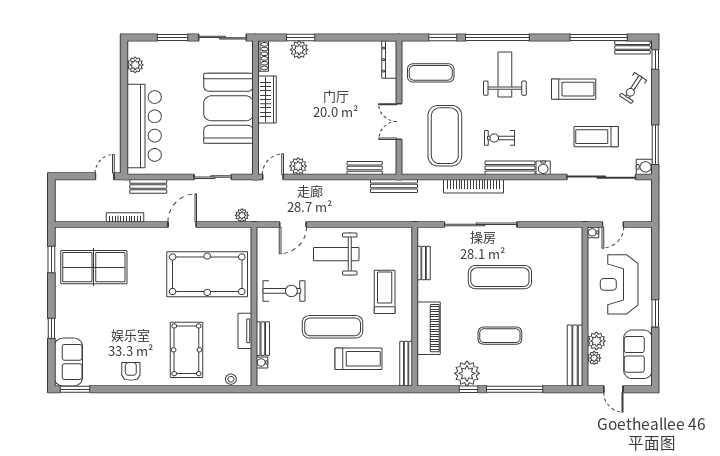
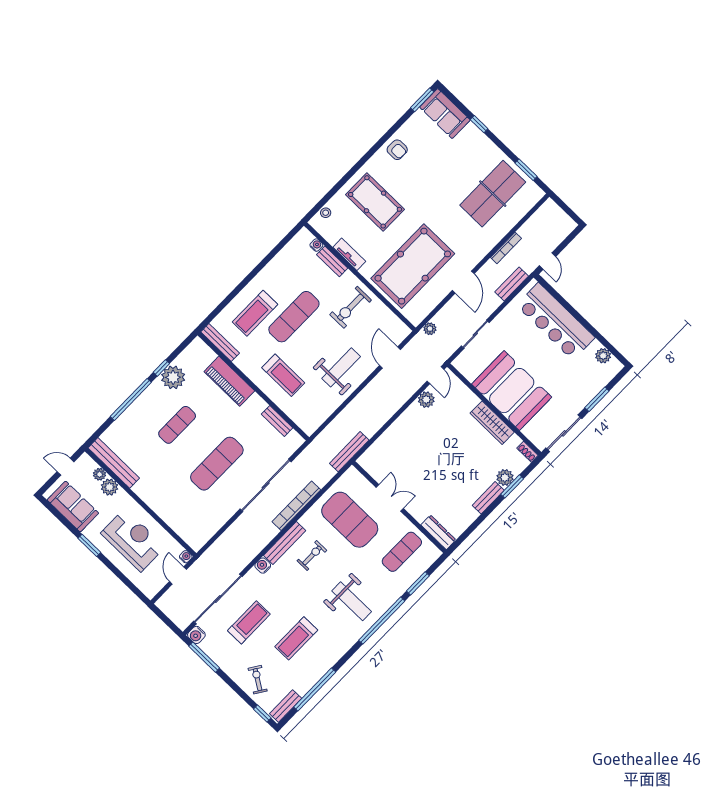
shoe rack: (263, 56) -> (527, 452), width x0.70
bench: (365, 168) -> (488, 498), moved

